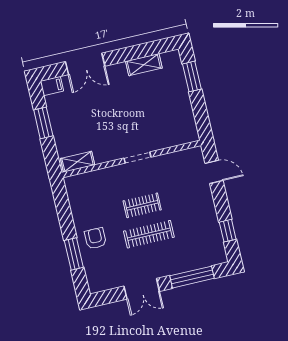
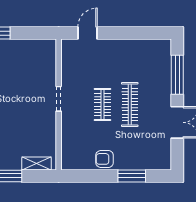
shelving: (78, 162) -> (37, 163), moved, turned 90
window: (228, 231) -> (143, 33), removed
armchair: (95, 238) -> (105, 159), moved

